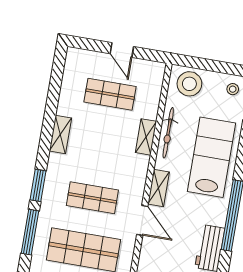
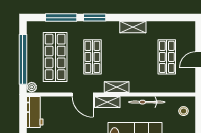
stool: (189, 84) -> (184, 111), width x0.53, depth x0.53
shelving: (146, 137) -> (117, 87), moved
door: (142, 220) -> (83, 94), hinge flipped

